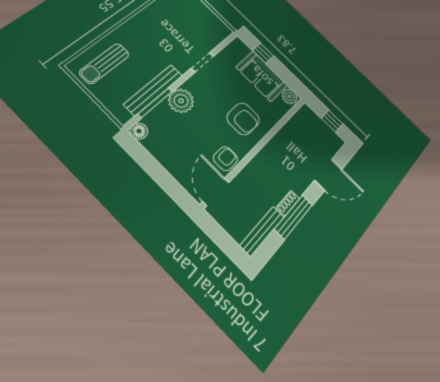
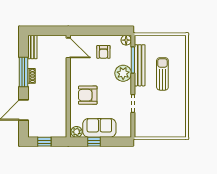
window: (263, 53) -> (94, 142), moved
sun lounger: (104, 63) -> (162, 74), moved
armchair: (225, 159) -> (103, 52), moved
bench: (262, 231) -> (32, 47), width x0.73

